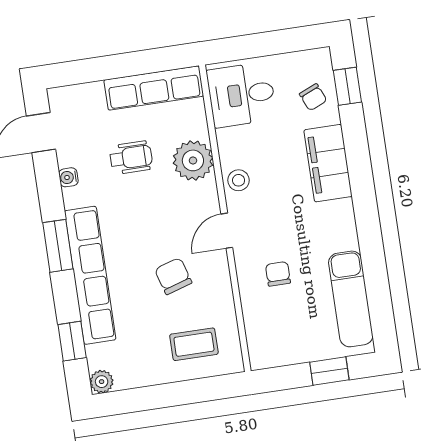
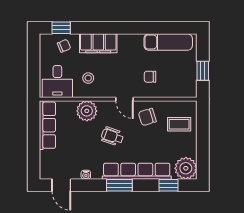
wheelchair: (131, 158) -> (112, 136), moved, turned -71
stool: (239, 180) -> (88, 78), moved
chair: (173, 276) -> (147, 117), moved
coffee table: (194, 344) -> (179, 124), turned 90
window: (329, 371) -> (203, 71), moved
plant: (102, 382) -> (186, 168), width x1.87, depth x1.87

